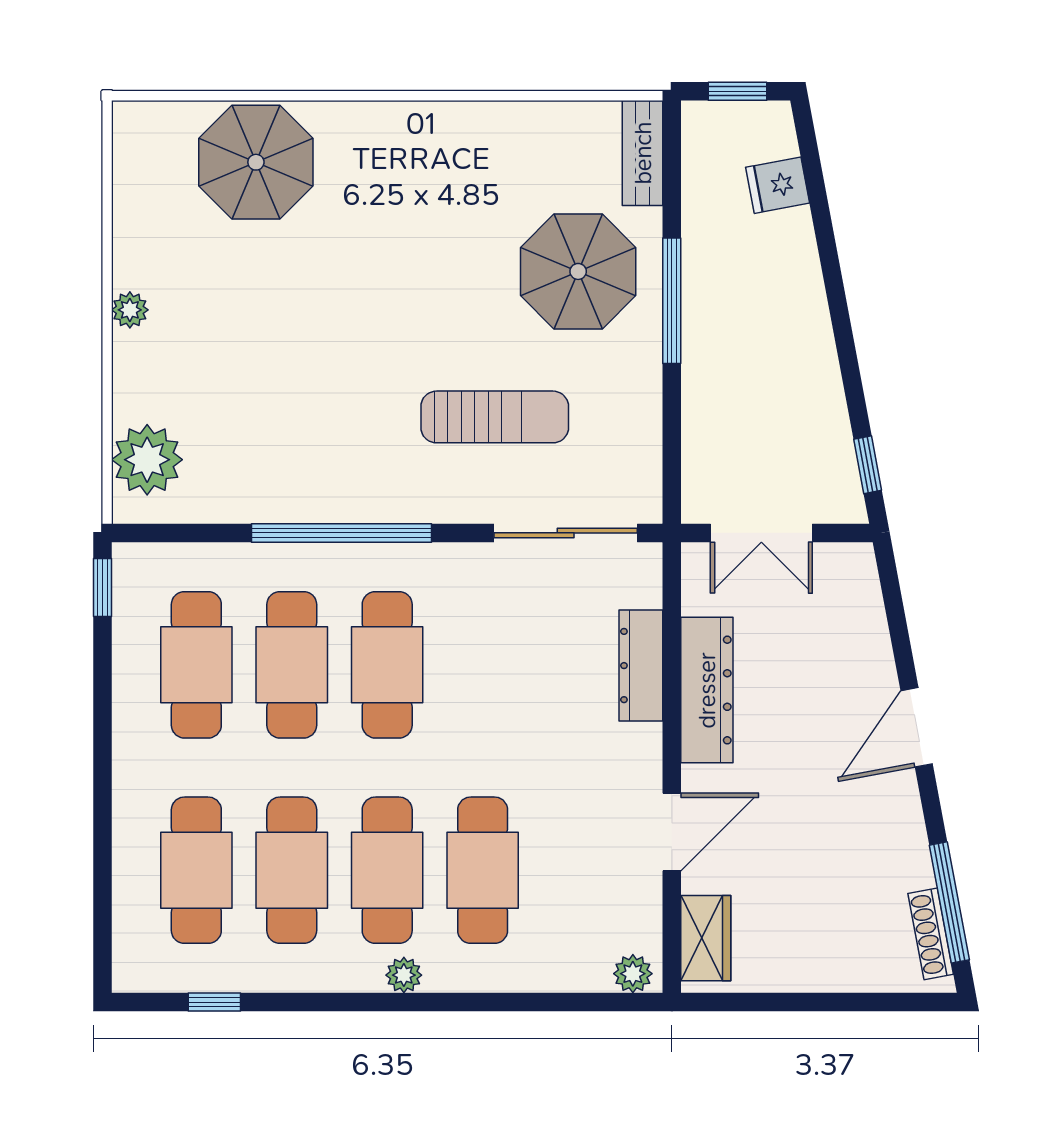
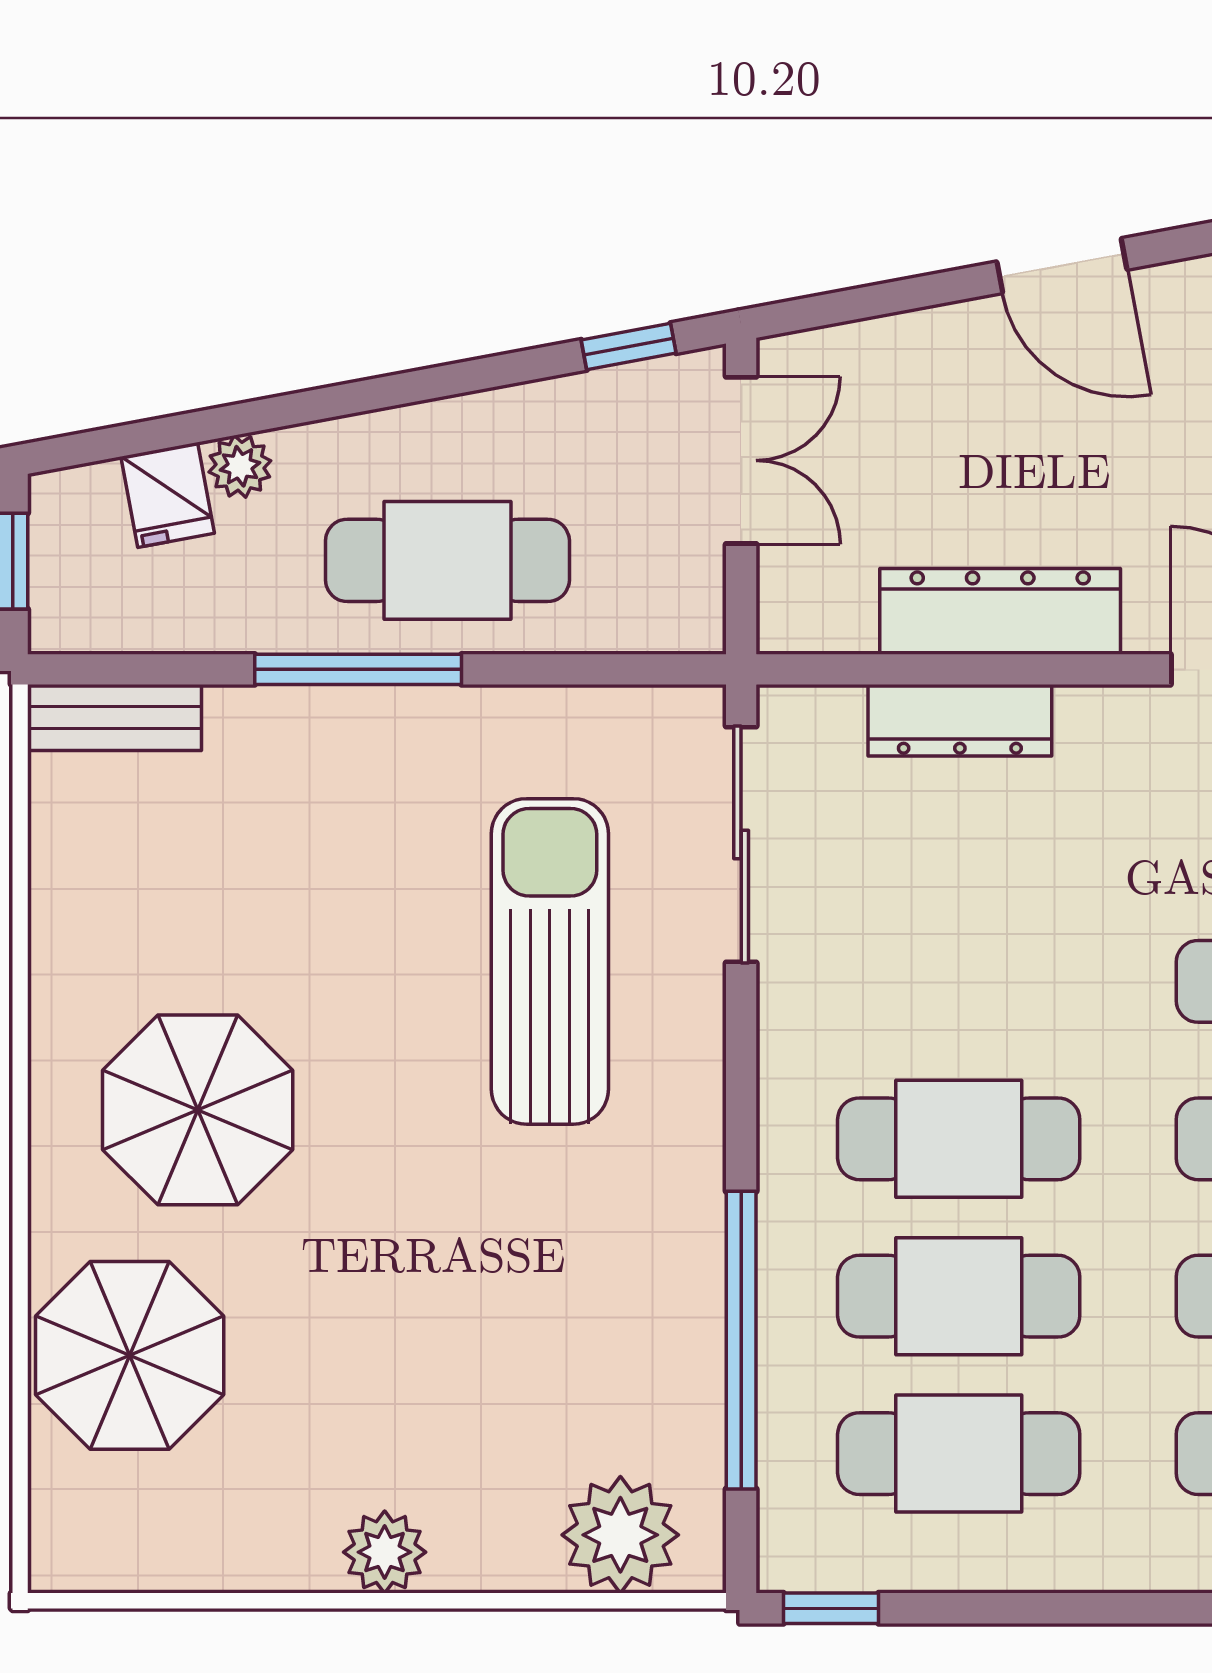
plant: (795, 229) -> (240, 466), added
parasol: (578, 271) -> (198, 1110), moved
plant: (130, 310) -> (385, 1552), width x1.38, depth x1.38
cafe table: (738, 355) -> (447, 560), added
sun lounger: (495, 417) -> (550, 961), width x1.36, depth x1.34
window: (341, 533) -> (741, 1340), moved
double door: (761, 533) -> (741, 460), moved

